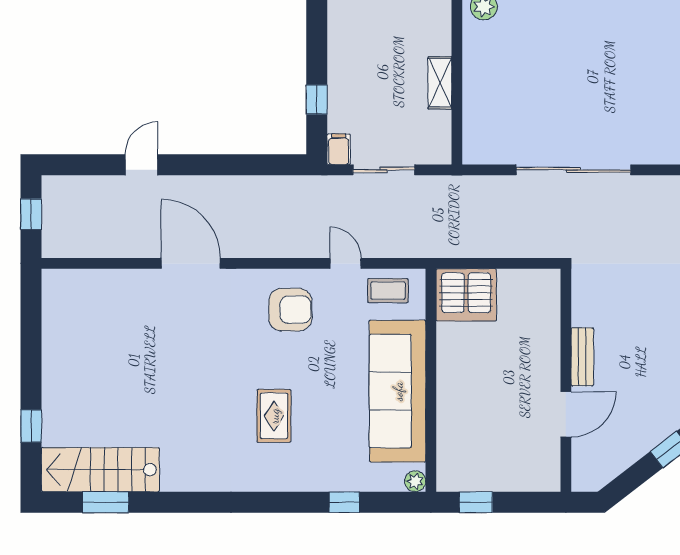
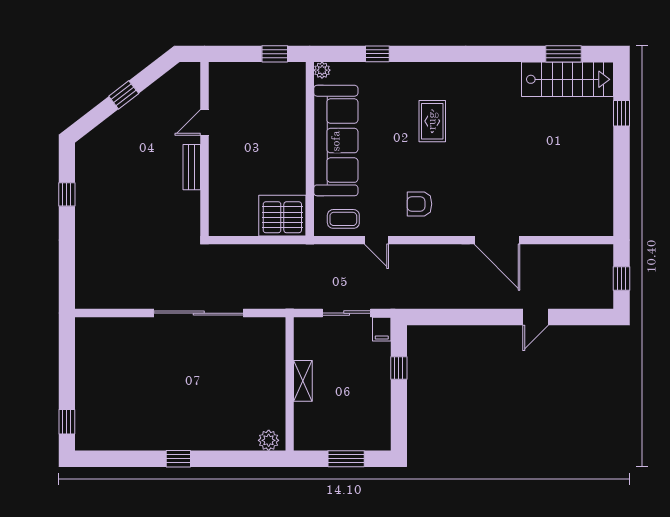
armchair: (290, 310) -> (419, 204), width x0.72, depth x0.72
door: (566, 414) -> (205, 122), width x0.73

